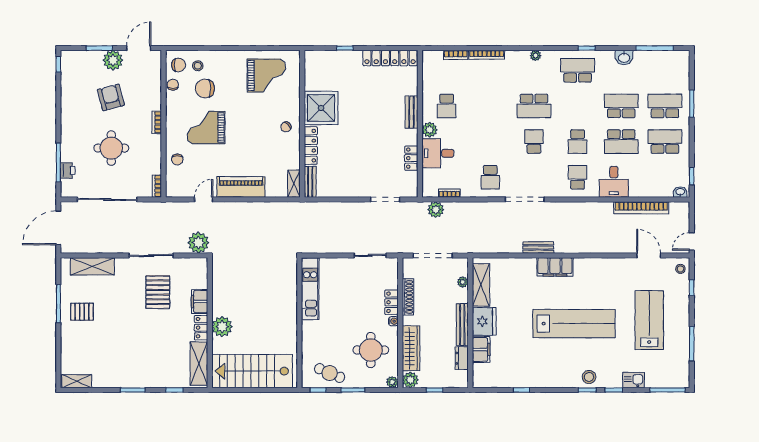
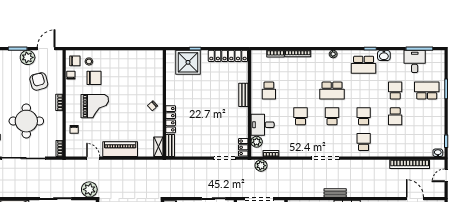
washbasin: (624, 57) -> (384, 55), moved
school desk: (578, 70) -> (364, 65), turned 180
grand piano: (266, 76) -> (138, 69), removed
chair: (205, 88) -> (94, 78), turned 180
armchair: (111, 97) -> (39, 81), moved
school desk: (621, 106) -> (395, 91), width x0.54
shower: (321, 108) -> (188, 62), moved
grand piano: (206, 128) -> (95, 106), turned 180
plant: (430, 130) -> (257, 142), moved
school desk: (578, 142) -> (364, 116), turned 180
school desk: (621, 142) -> (395, 116), width x0.54
school desk: (665, 142) -> (427, 116), removed
round table: (111, 148) -> (26, 121), width x1.36, depth x1.36
locker: (411, 158) -> (243, 147), moved
school desk: (490, 177) -> (300, 116), moved, turned 180
desk: (614, 182) -> (415, 61), moved, turned 180
door: (204, 199) -> (93, 158), hinge flipped
door: (692, 241) -> (446, 175), moved

